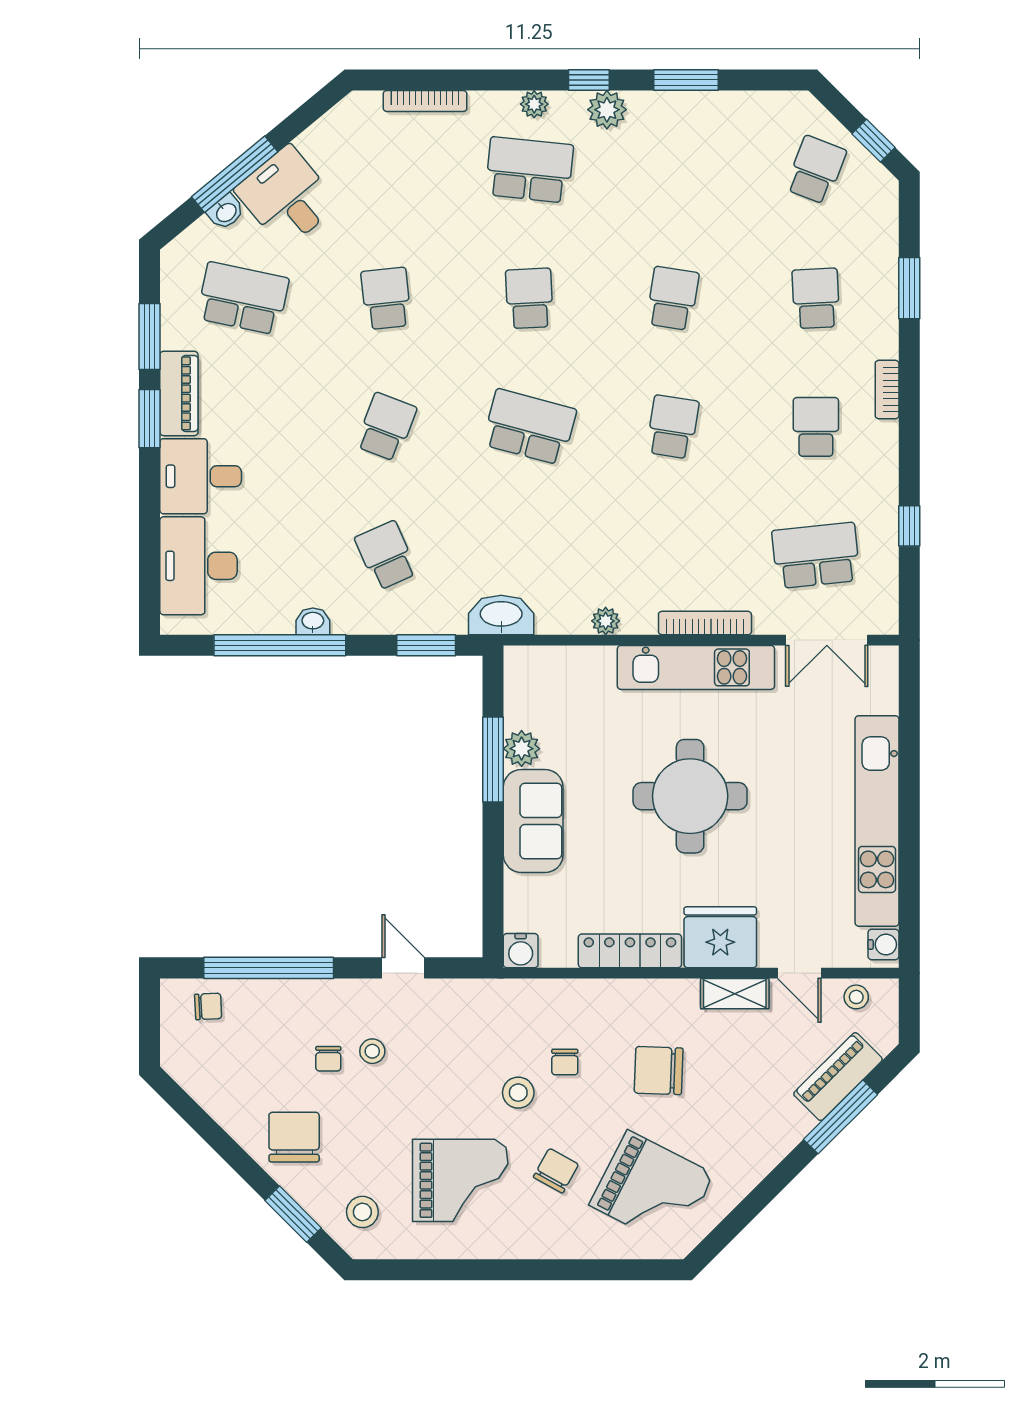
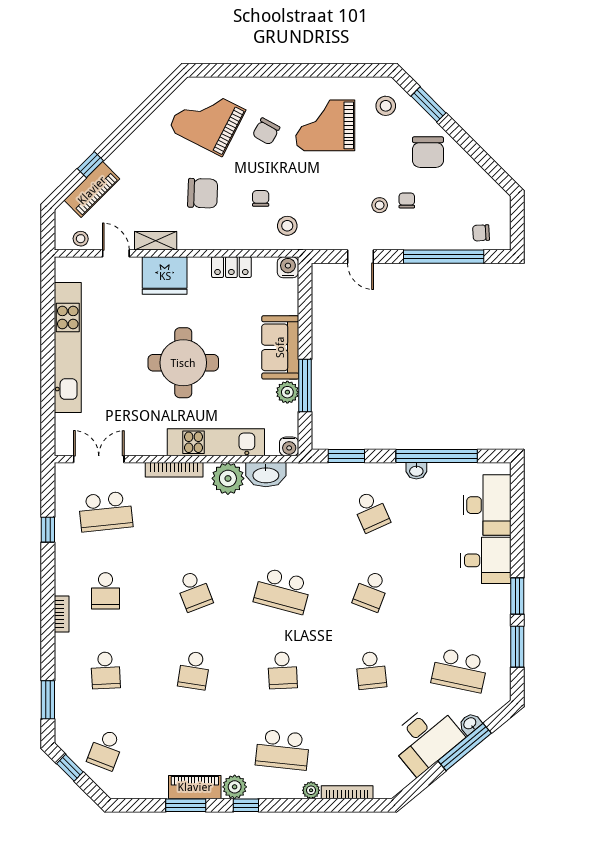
plant: (534, 104) -> (311, 790), moved
desk: (287, 197) -> (426, 738), width x1.37
window: (909, 288) -> (48, 700), moved
piano: (179, 393) -> (195, 787), moved, turned 90
school desk: (673, 427) -> (194, 591), turned -30
washbasin: (501, 615) -> (266, 475), moved
plant: (606, 621) -> (228, 478), width x1.87, depth x1.87
kitchen unit: (696, 667) -> (216, 442), moved
water cooler: (883, 944) -> (289, 446), moved, turned -90
locker: (630, 951) -> (231, 267), width x0.66
stool: (518, 1093) -> (287, 226), moved
window: (840, 1117) -> (90, 165), width x0.46

